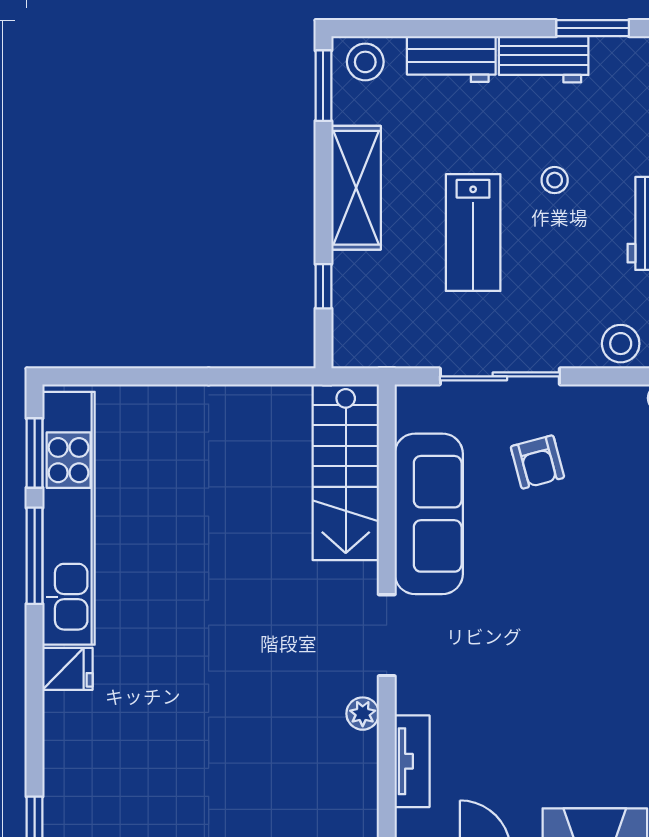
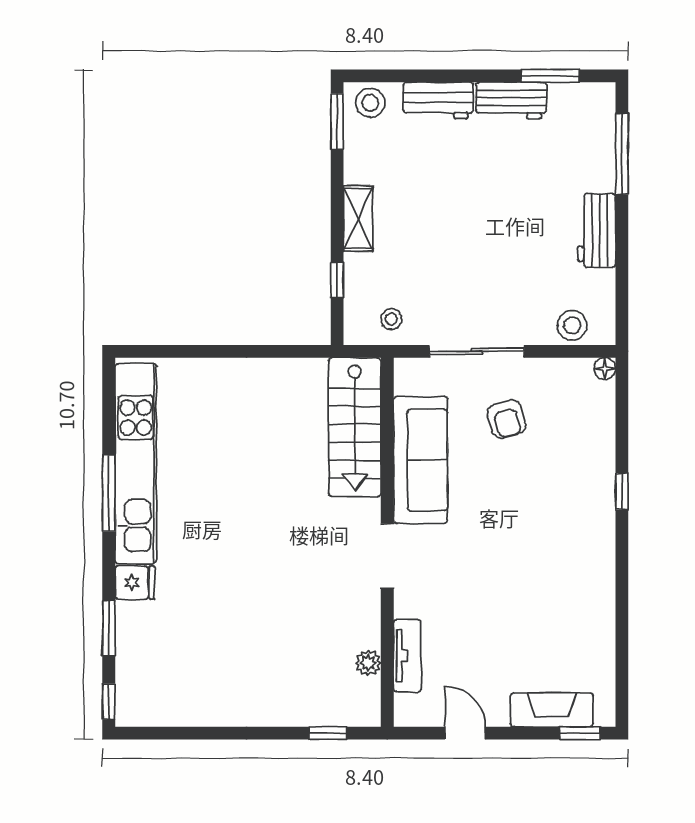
stool: (555, 180) -> (391, 319), moved
shelving: (356, 188) -> (358, 218), width x0.67, depth x0.75
lab bench: (473, 233) -> (456, 238), removed
window: (35, 453) -> (109, 628), moved
plant: (363, 714) -> (368, 663), moved

